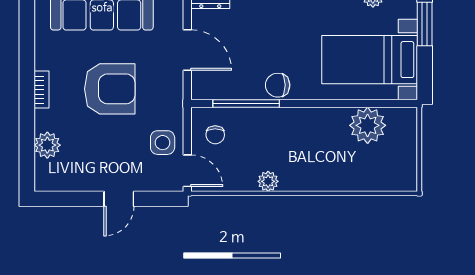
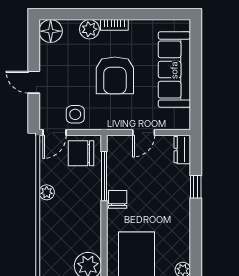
door: (187, 50) -> (144, 133), width x0.73
chair: (215, 135) -> (81, 153), width x1.87, depth x1.87
plant: (47, 145) -> (89, 29), moved
floor lamp: (50, 176) -> (51, 31), added

